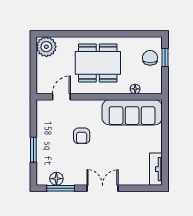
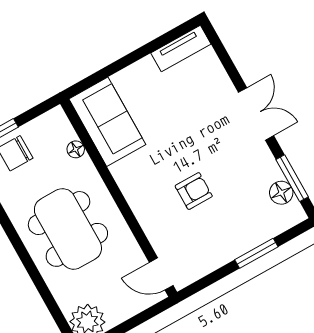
door: (61, 97) -> (161, 274), moved
sofa: (132, 112) -> (107, 122), width x0.73
double door: (103, 188) -> (256, 114), swing flipped

